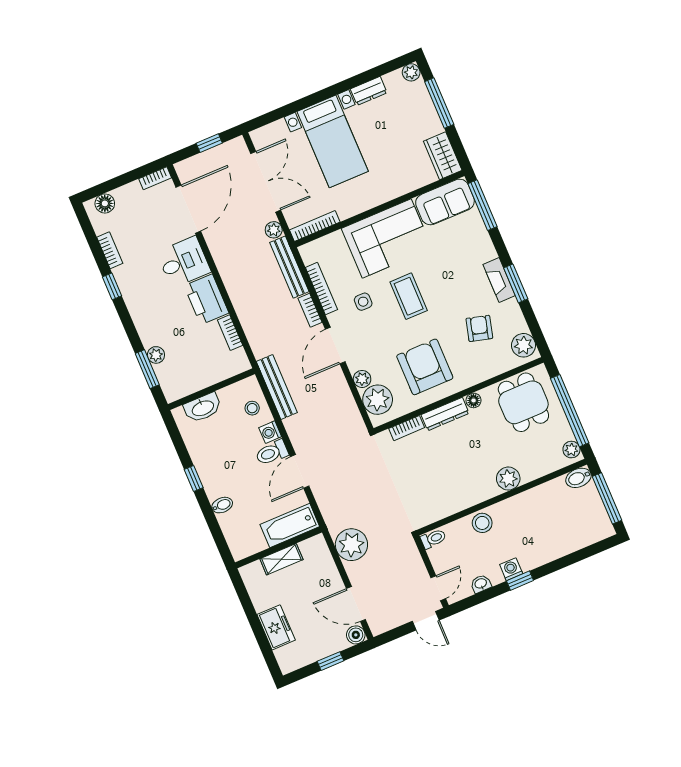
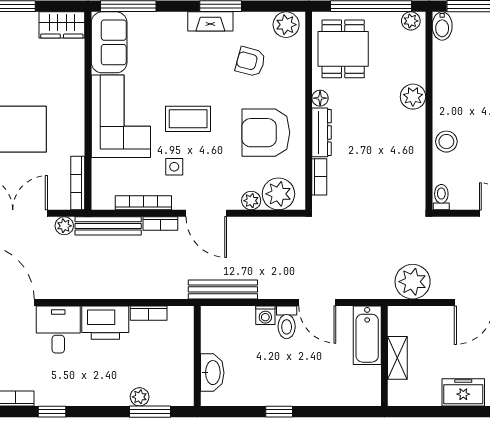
dining table: (523, 402) -> (343, 49), turned 90
stool: (252, 408) -> (234, 323), removed
bidet: (222, 505) -> (318, 394), removed

